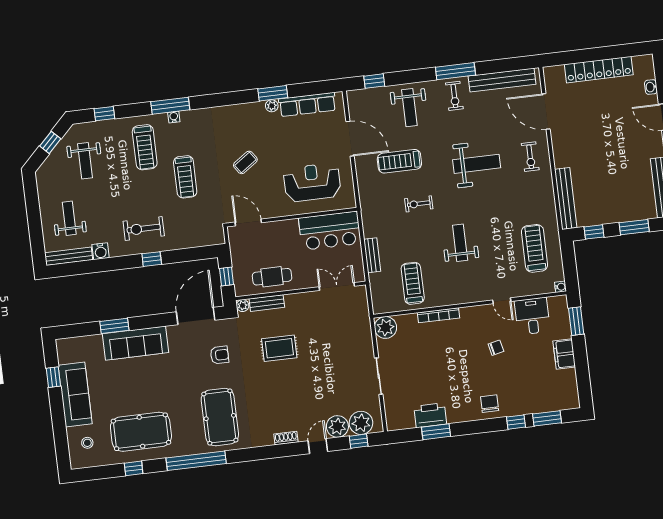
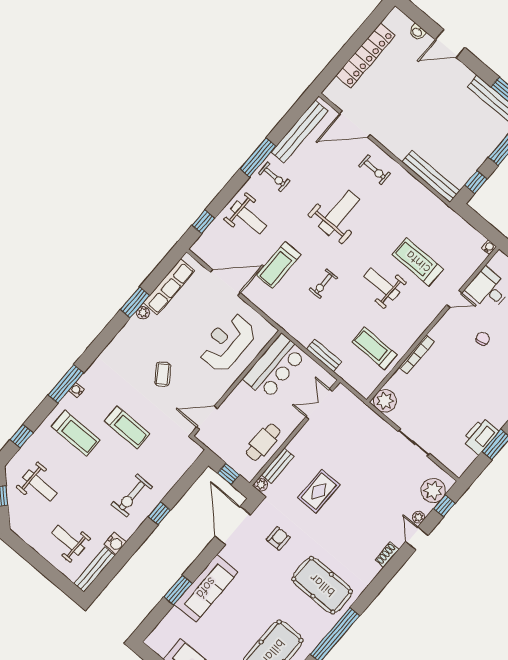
treadmill: (535, 248) -> (418, 262), moved
plant: (337, 426) -> (419, 517), width x0.53, depth x0.53

